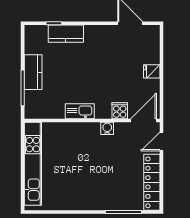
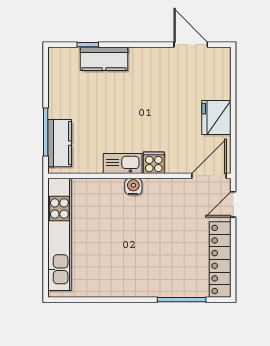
fridge: (152, 71) -> (216, 118), width x1.88, depth x1.34
kitchen counter: (33, 72) -> (60, 143), moved
cooker: (120, 111) -> (154, 163), moved
water cooler: (107, 128) -> (133, 187), moved

